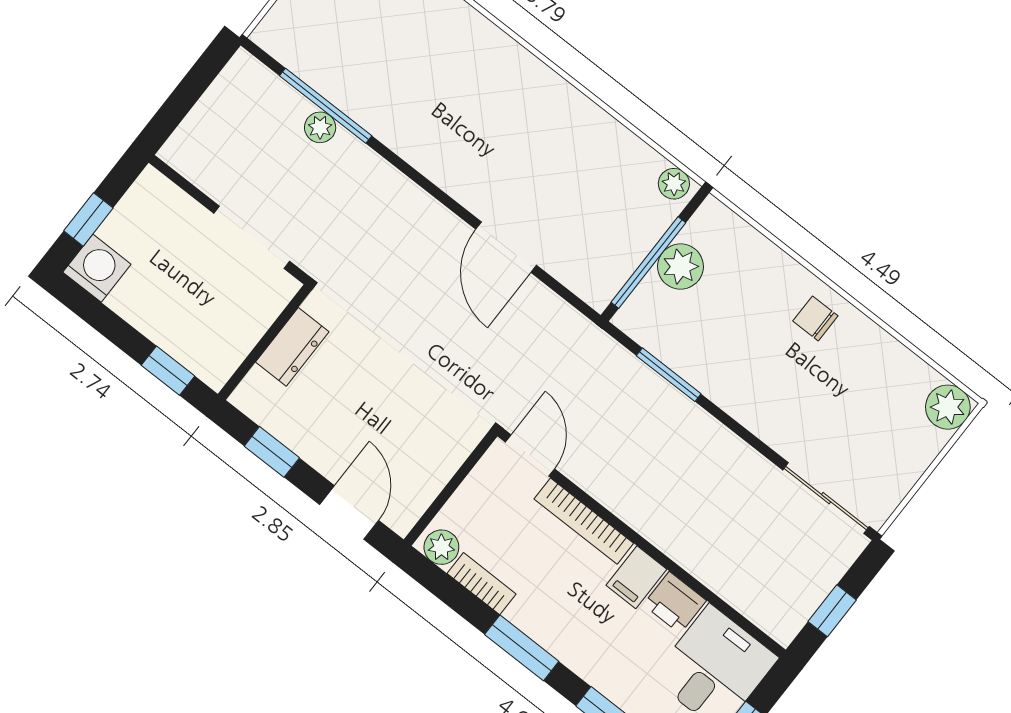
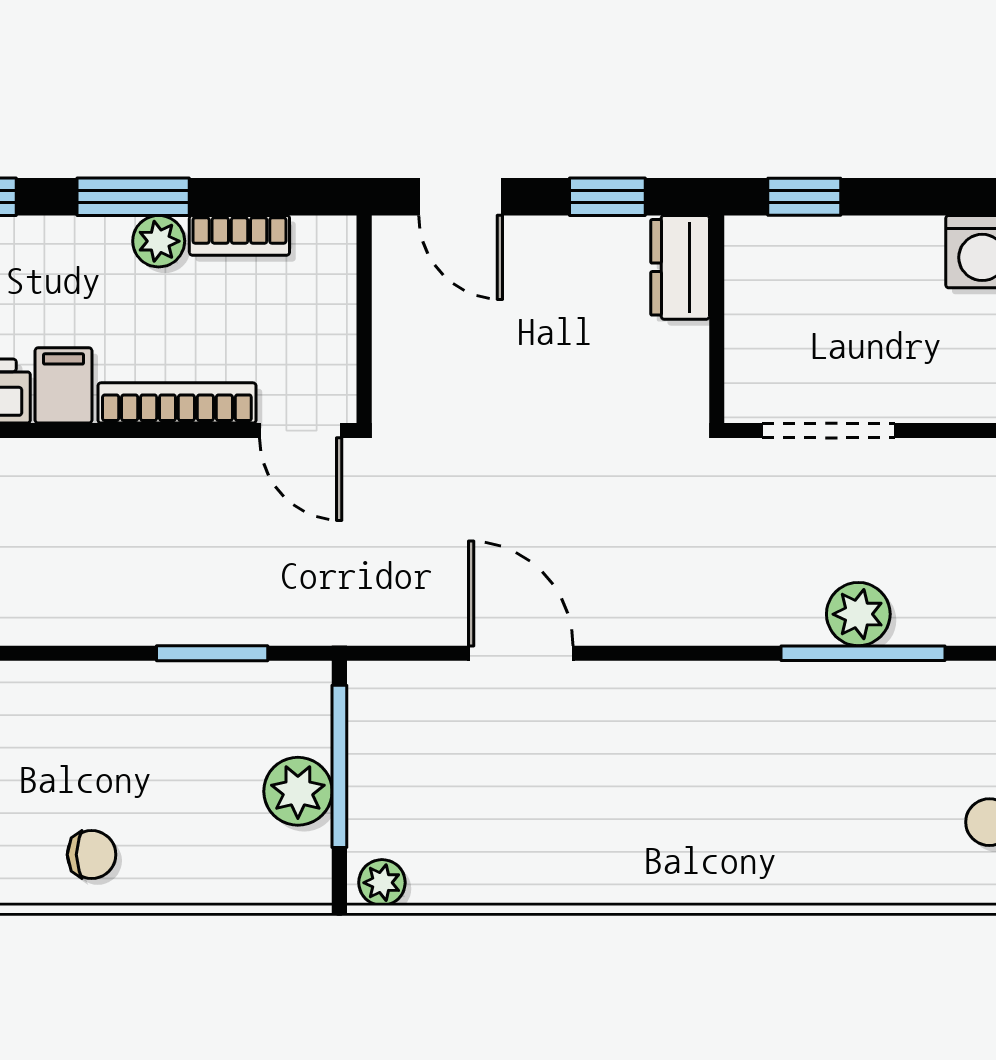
plant: (320, 127) -> (858, 614), width x1.38, depth x1.38
dresser: (292, 347) -> (680, 267), moved
plant: (441, 547) -> (159, 241), moved

